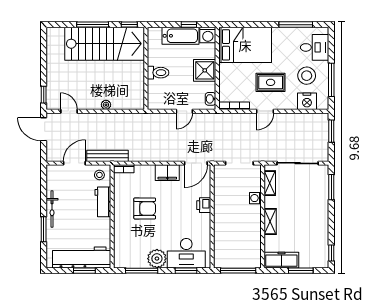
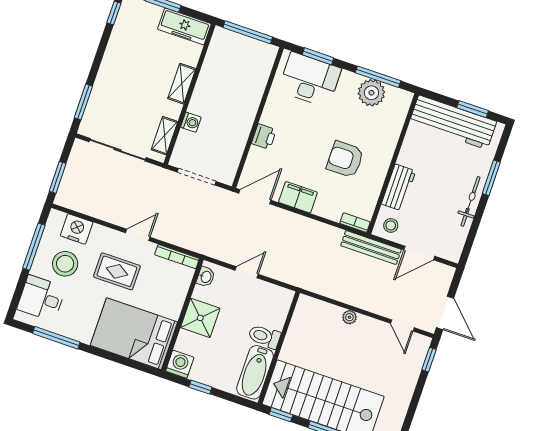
bathtub: (181, 36) -> (255, 372), moved, turned -90
plant: (157, 259) -> (371, 93), moved
window: (84, 271) -> (473, 109), moved

